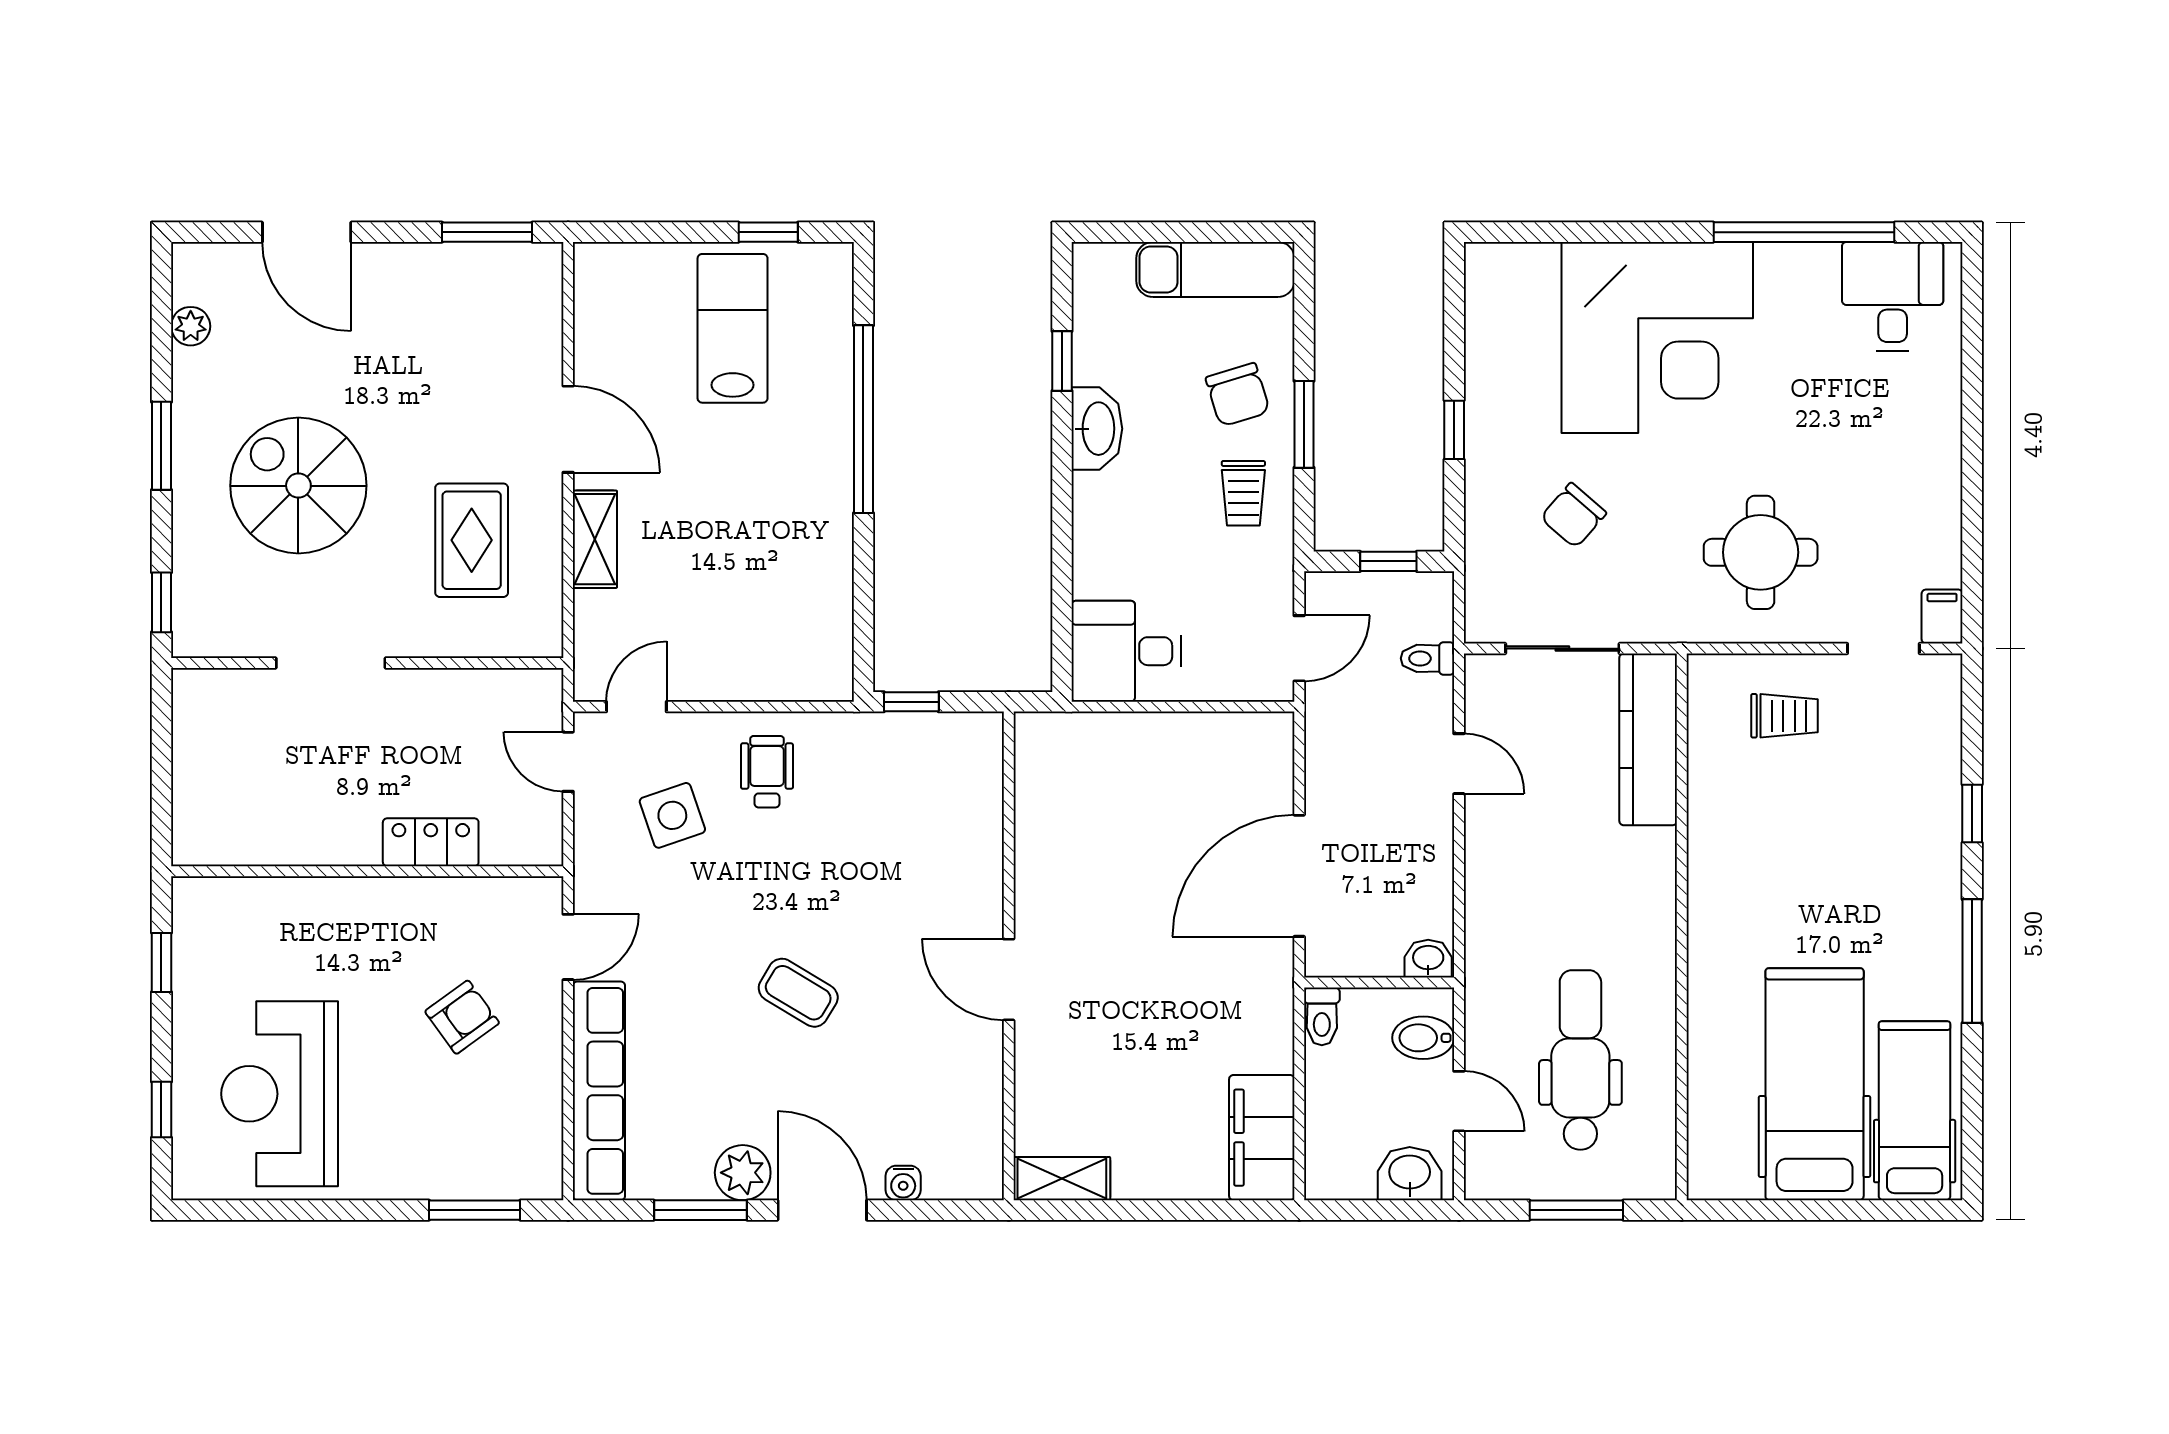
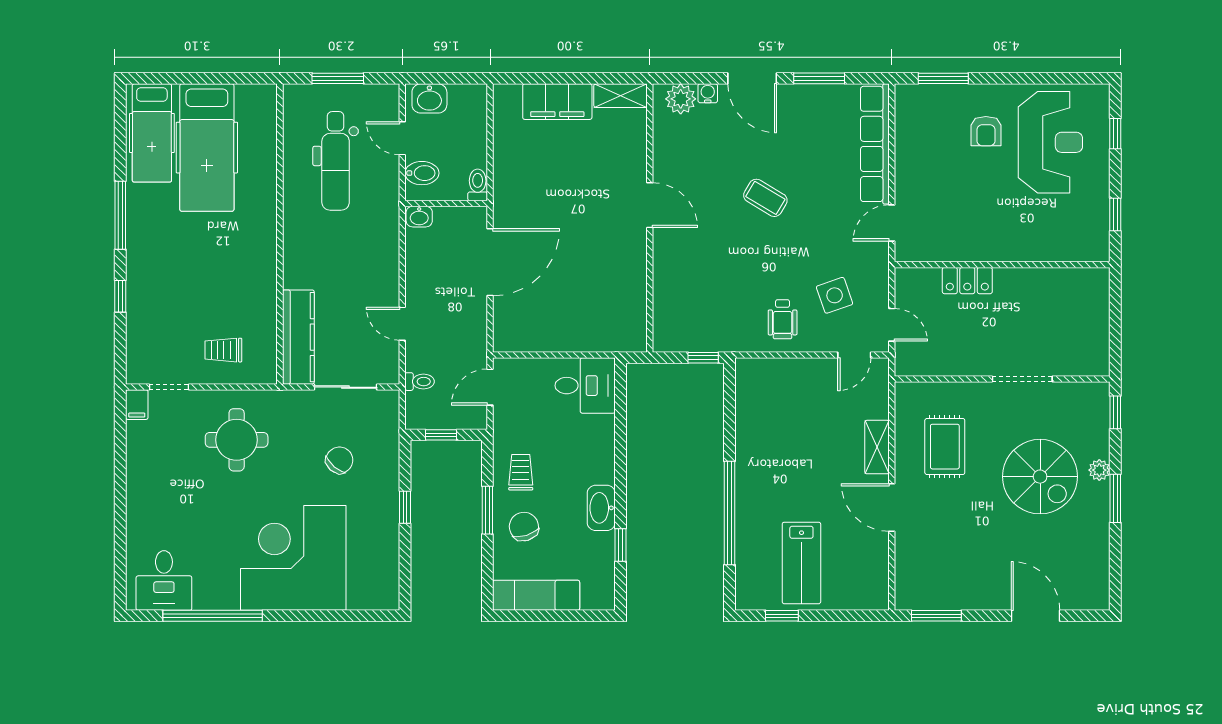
plant: (191, 326) -> (1099, 470), moved
armchair: (462, 1017) -> (986, 131), moved, turned -54
filing cabinet: (1262, 1138) -> (557, 102), moved, turned 90
plant: (743, 1173) -> (681, 99), moved

